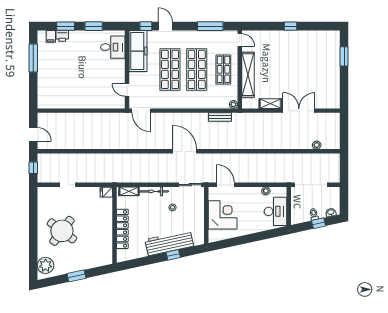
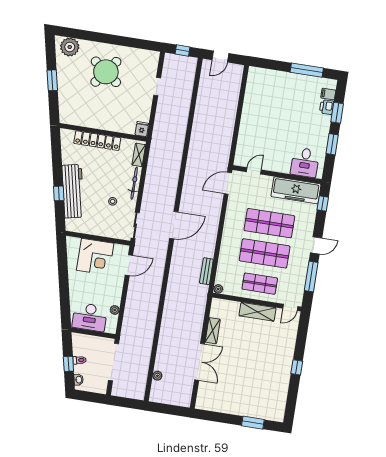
door: (165, 26) -> (316, 245), moved
shelving: (248, 75) -> (257, 312), width x0.68

